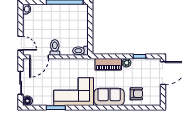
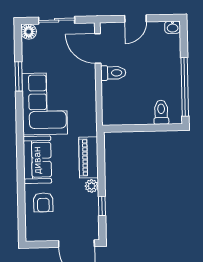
door: (21, 43) -> (135, 19), moved
toilet: (80, 51) -> (161, 112), moved

